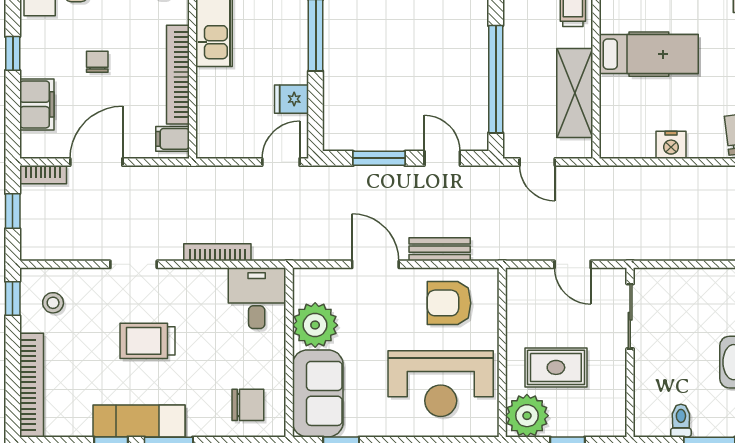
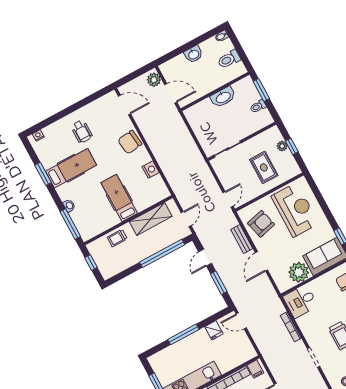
door: (573, 264) -> (228, 199), moved
armchair: (449, 303) -> (261, 224), turned -104
plant: (527, 416) -> (282, 146), moved, width x0.53, depth x0.53

